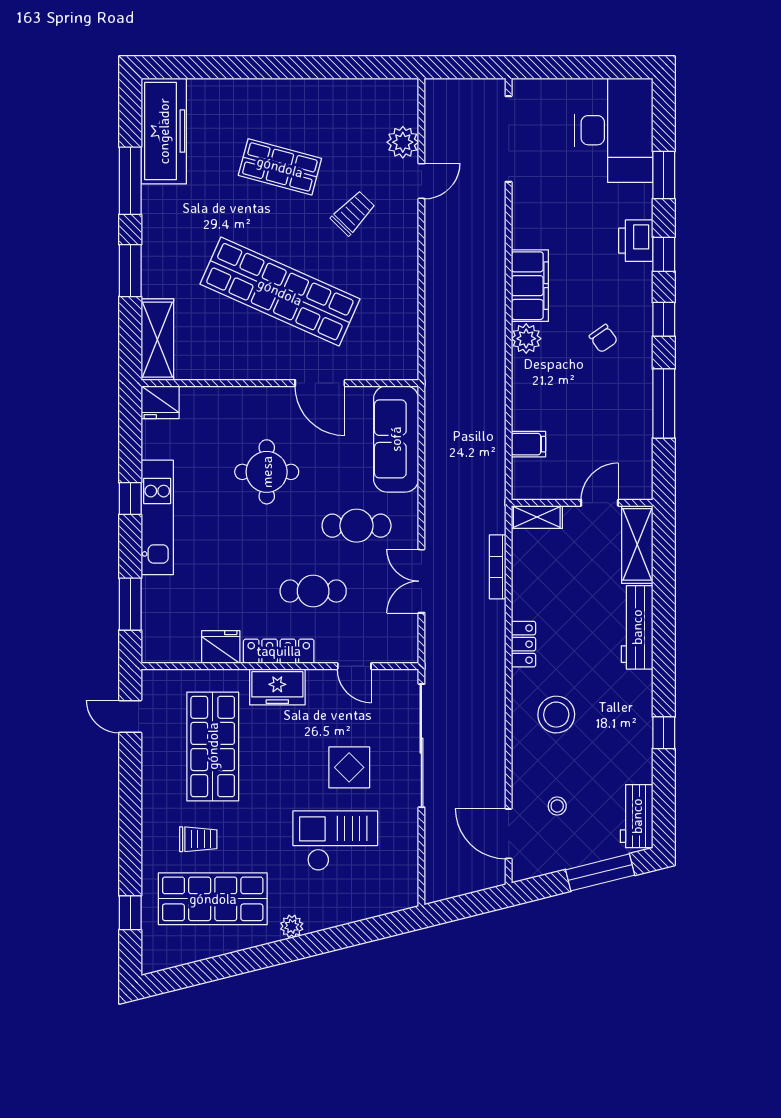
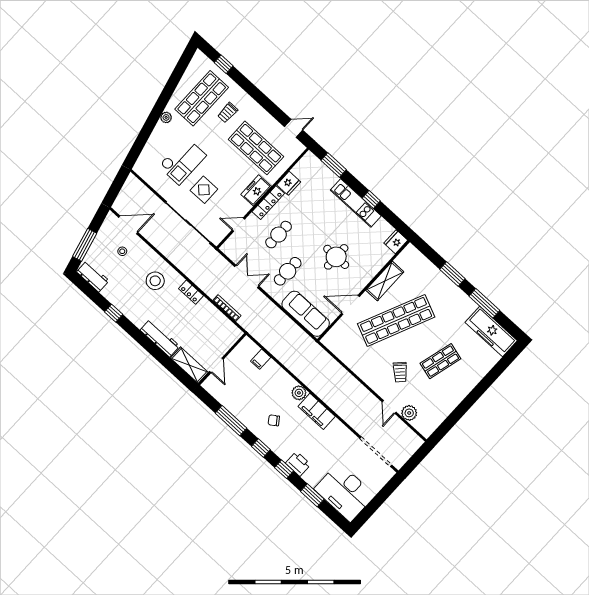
shelving: (157, 340) -> (385, 281), moved, turned 90
shelving: (537, 517) -> (232, 338), removed

